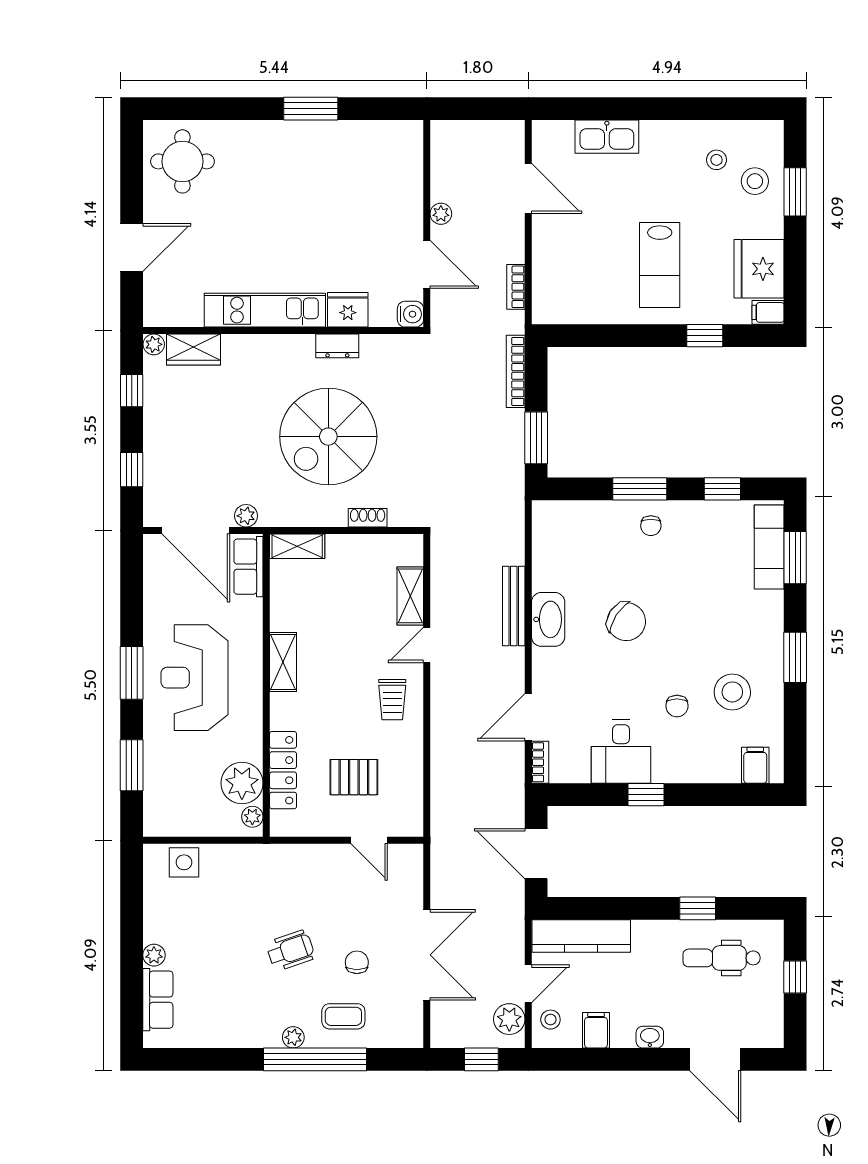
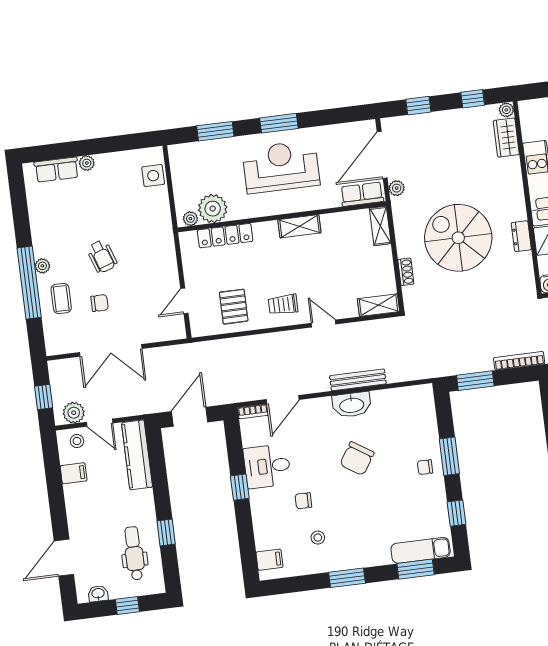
shelving: (410, 596) -> (378, 305), moved
stool: (732, 692) -> (318, 538), width x0.53, depth x0.53
door: (528, 717) -> (283, 399), swing flipped
pallet: (354, 777) -> (234, 307), moved
washbasin: (650, 1037) -> (98, 594), moved, turned -90

